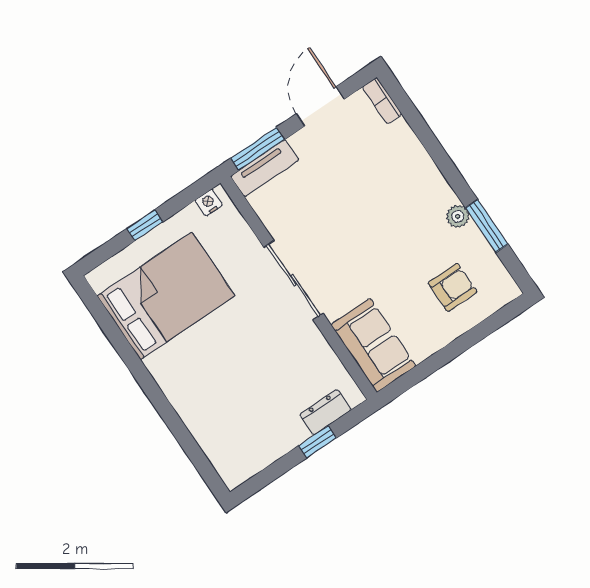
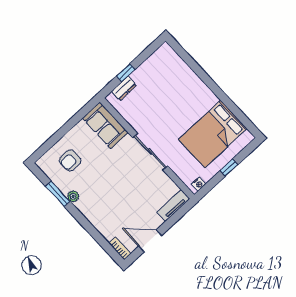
door: (320, 106) -> (150, 241), swing flipped
window: (257, 149) -> (178, 215), removed

